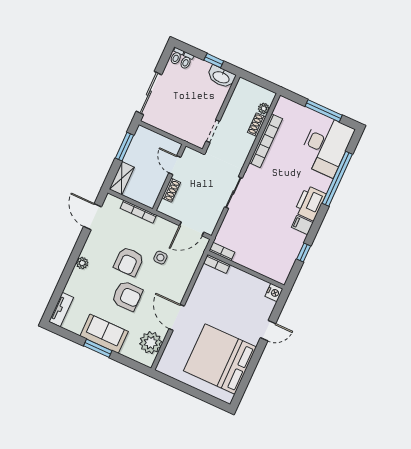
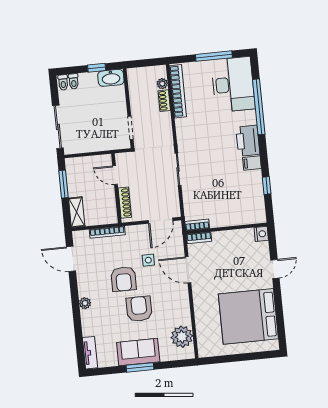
bookcase: (266, 141) -> (178, 91), moved
shoe rack: (171, 190) -> (125, 203), width x1.43
armchair: (127, 296) -> (139, 309), turned -90
door: (177, 317) -> (188, 270), moved

